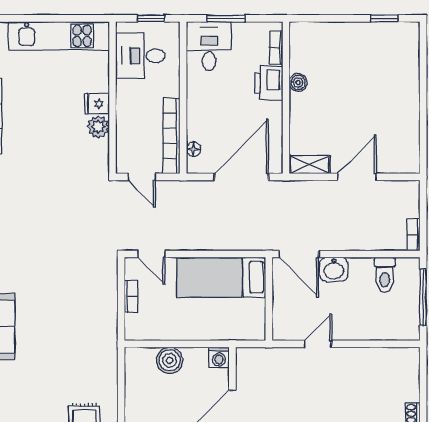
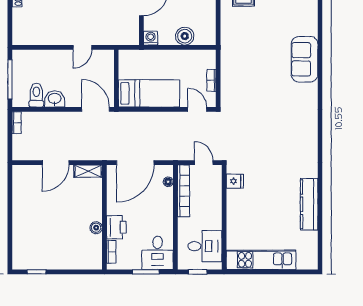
fridge: (97, 104) -> (235, 181), moved
plant: (98, 127) -> (234, 197), removed
washbasin: (334, 269) -> (55, 99), moved

